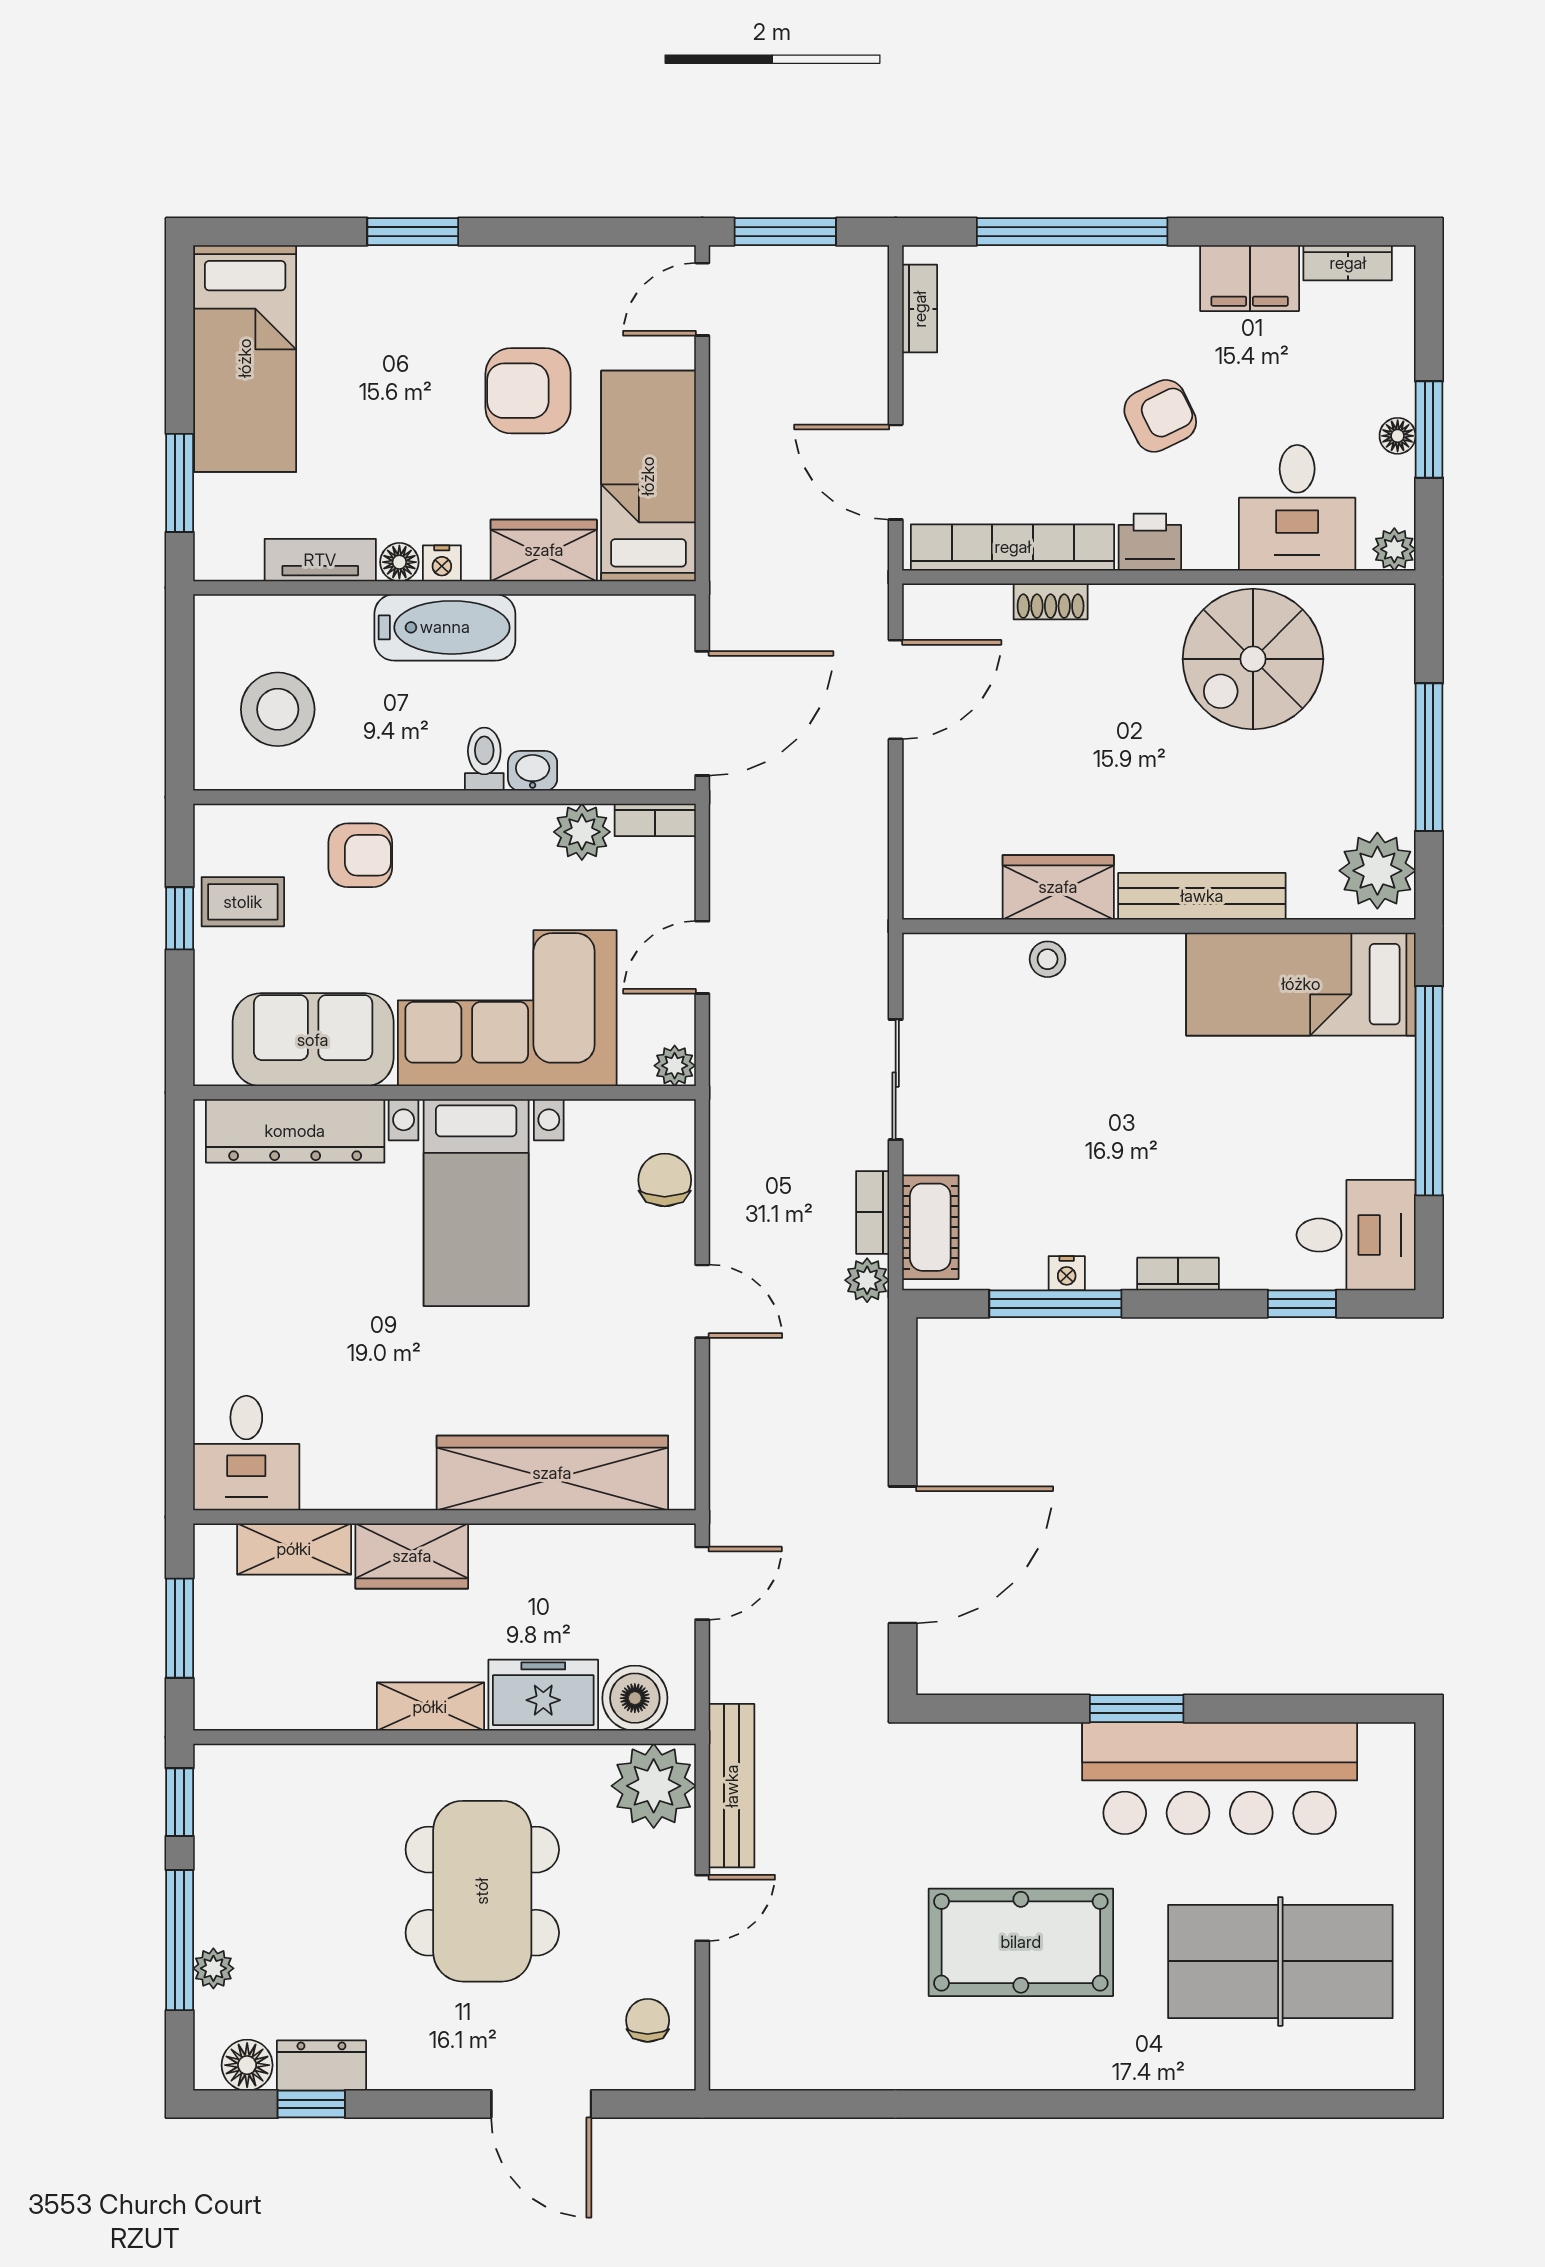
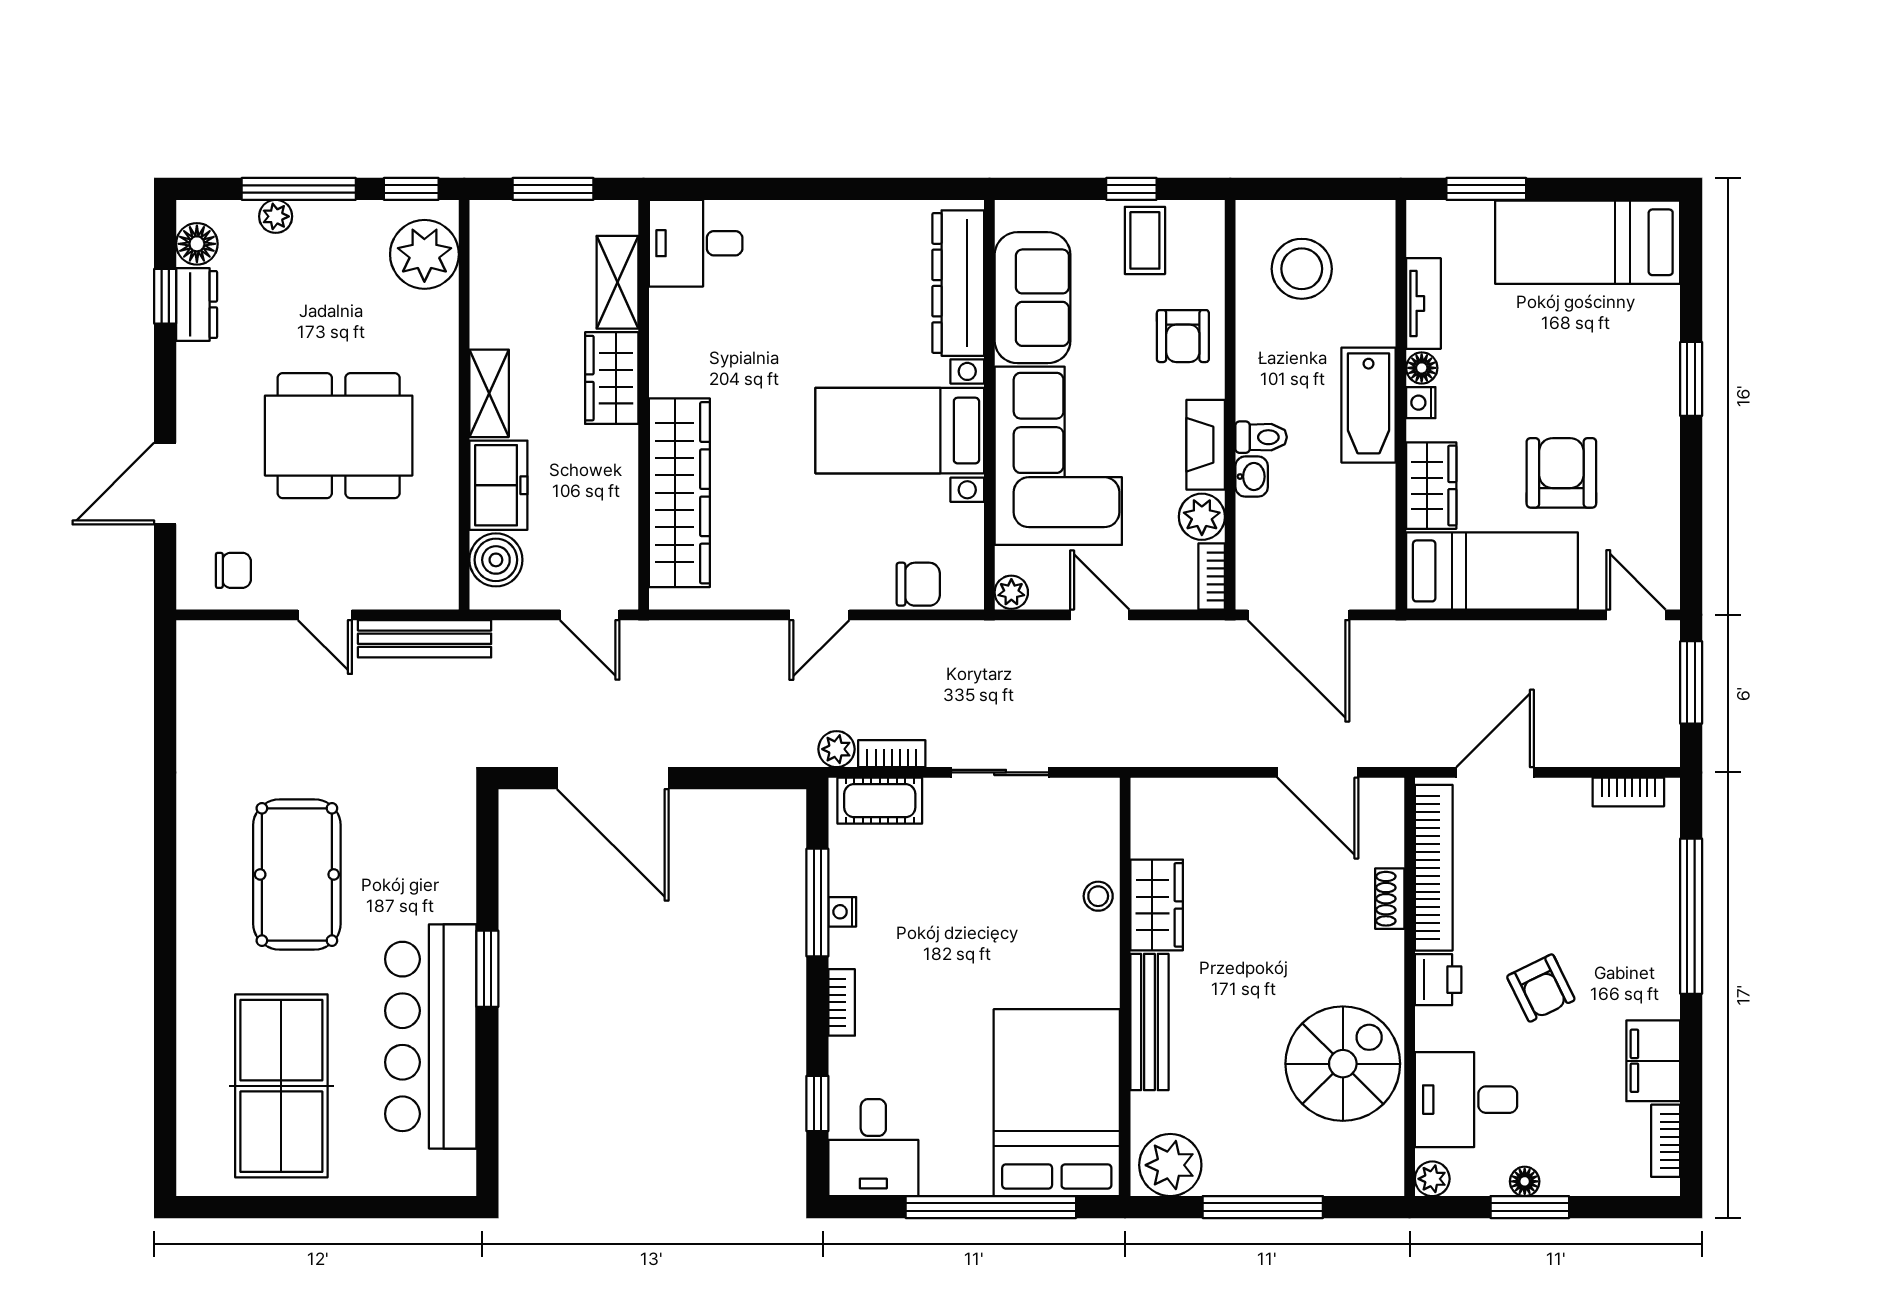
spiral stairs: (1253, 659) -> (1343, 1064), turned 90
fireplace: (494, 827) -> (1206, 445), added
bed: (1301, 984) -> (1057, 1103), width x1.50
plant: (654, 1786) -> (424, 254), moved

